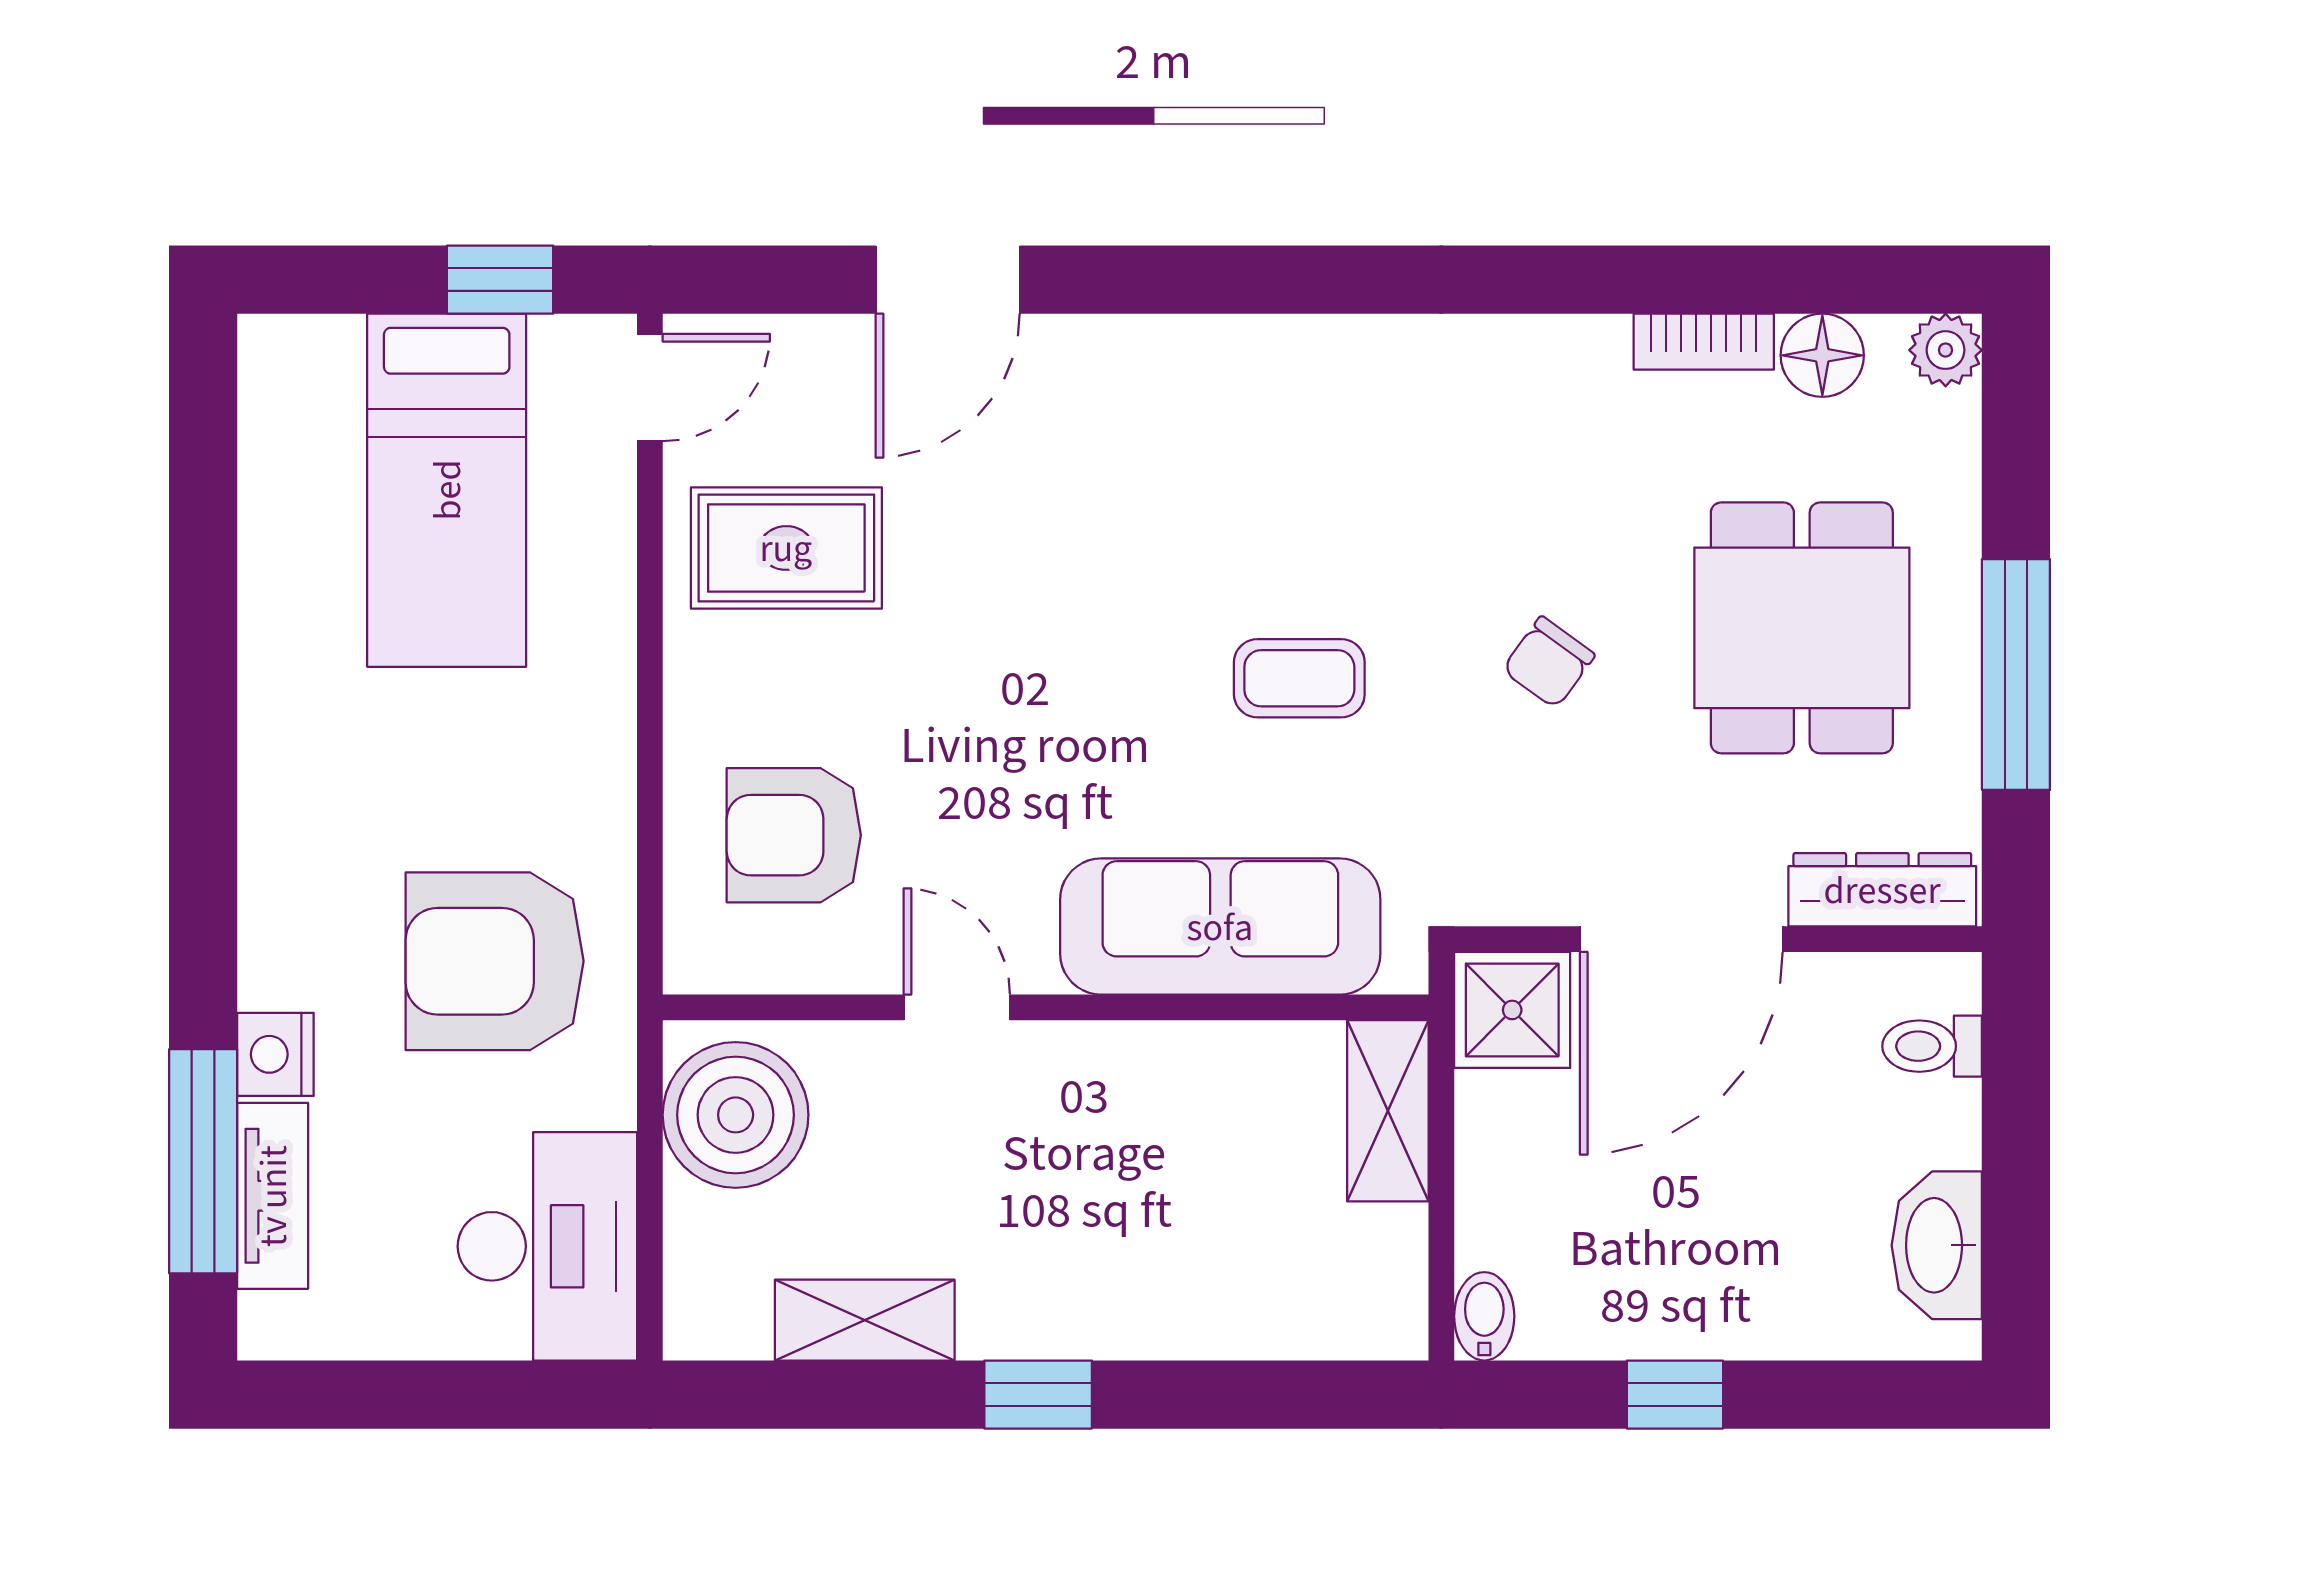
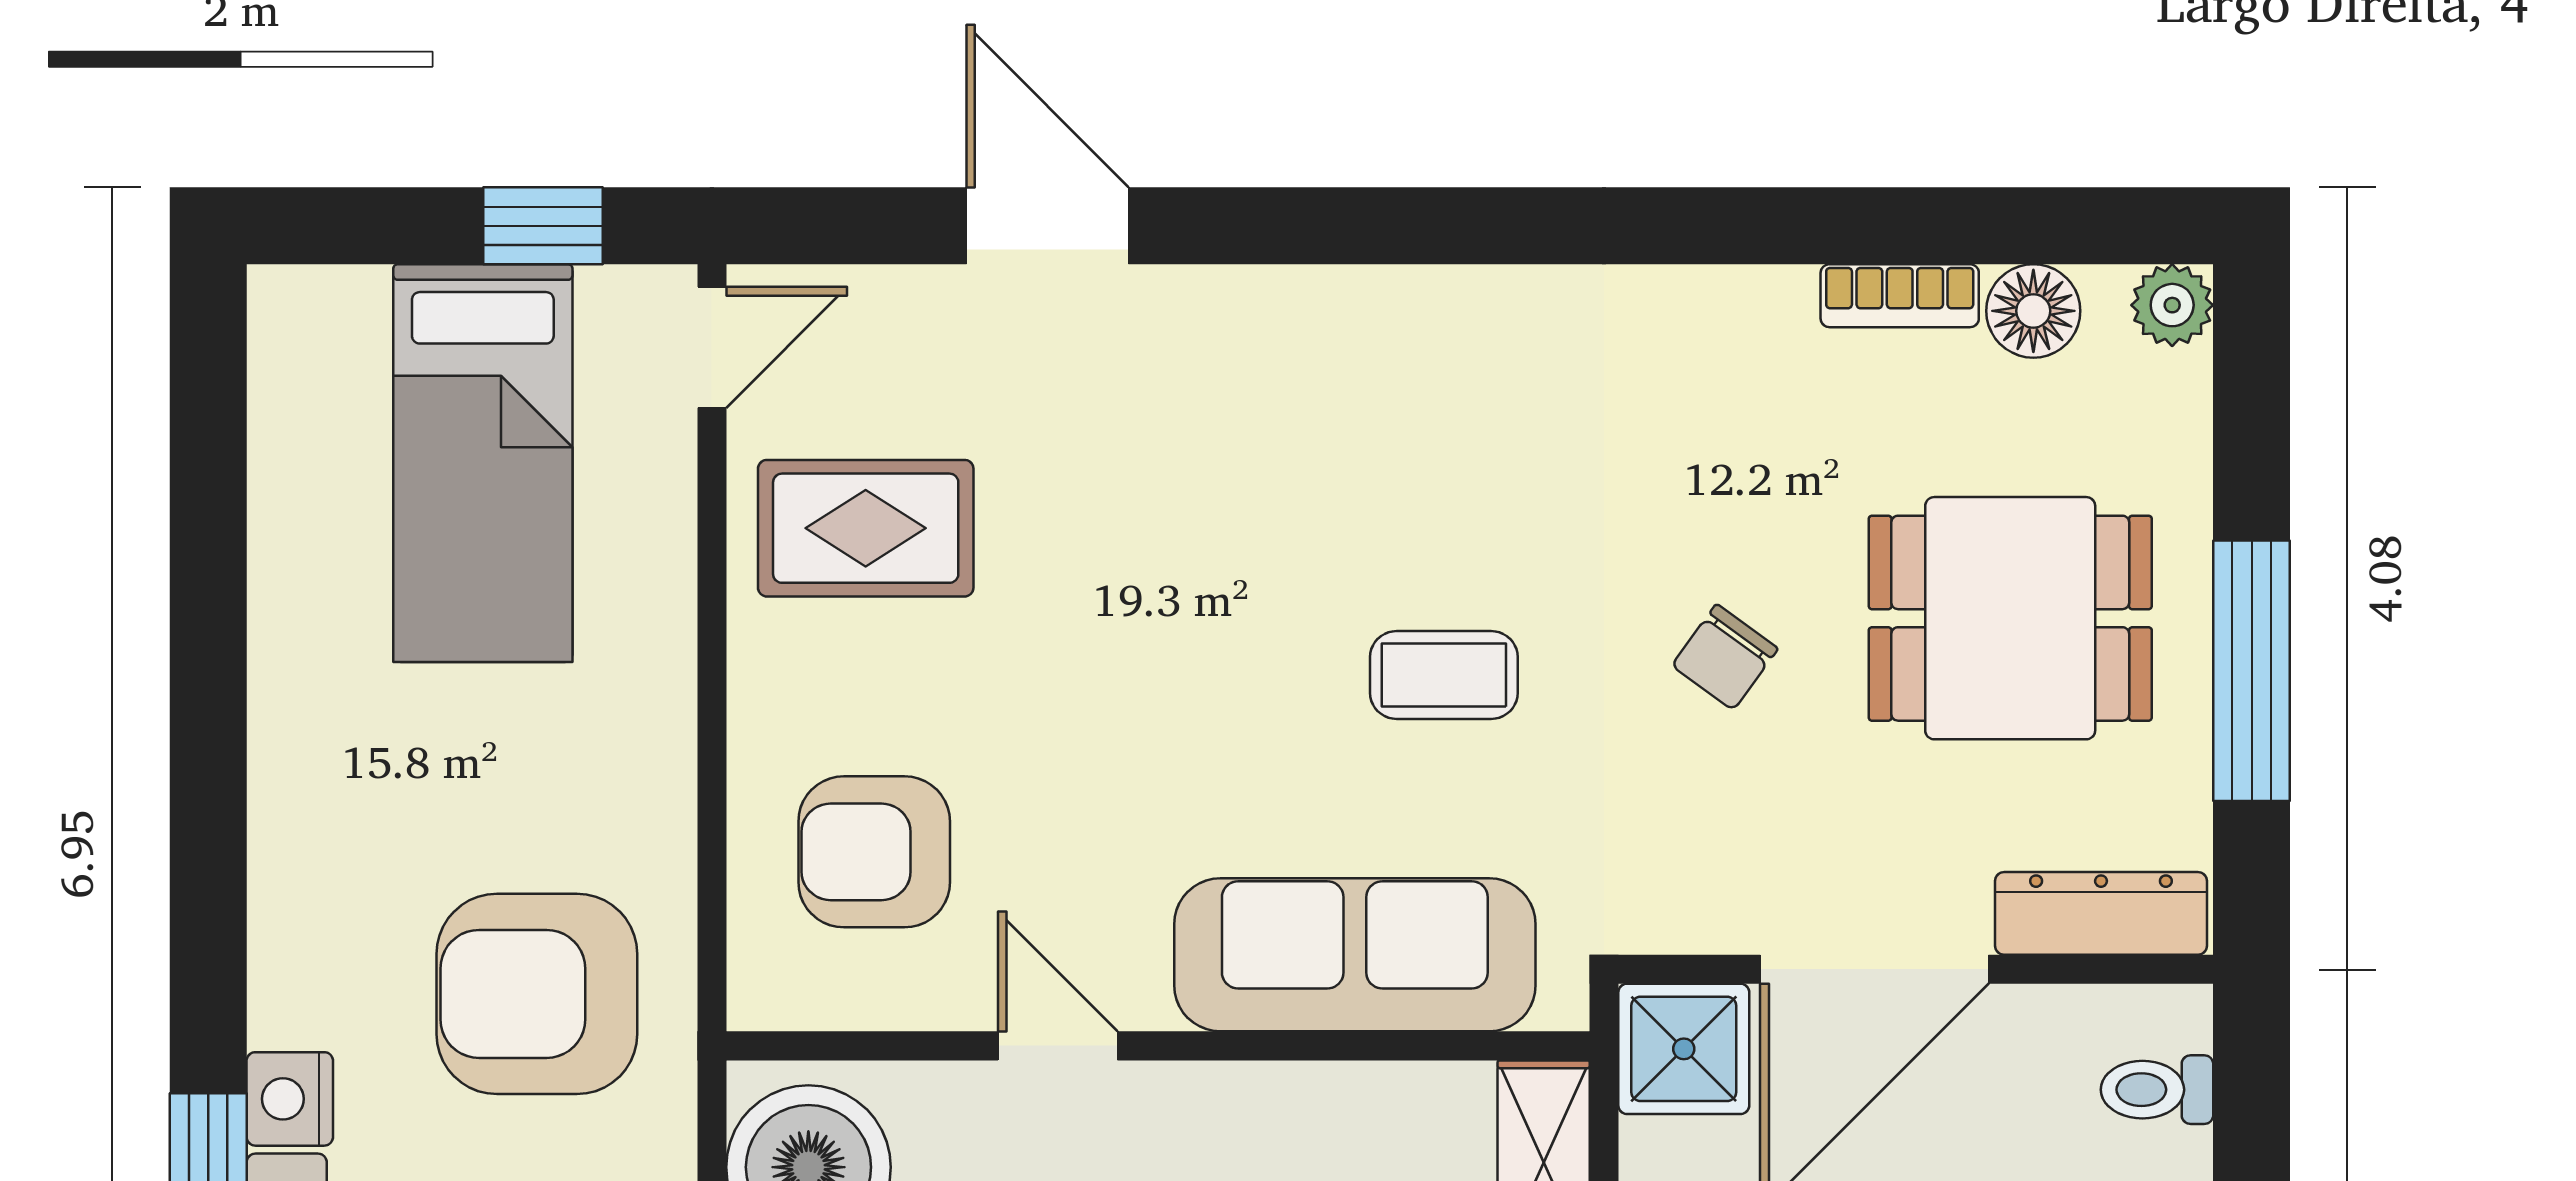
door: (948, 280) -> (1048, 226), swing flipped
dining table: (1802, 628) -> (2010, 618), turned 90

